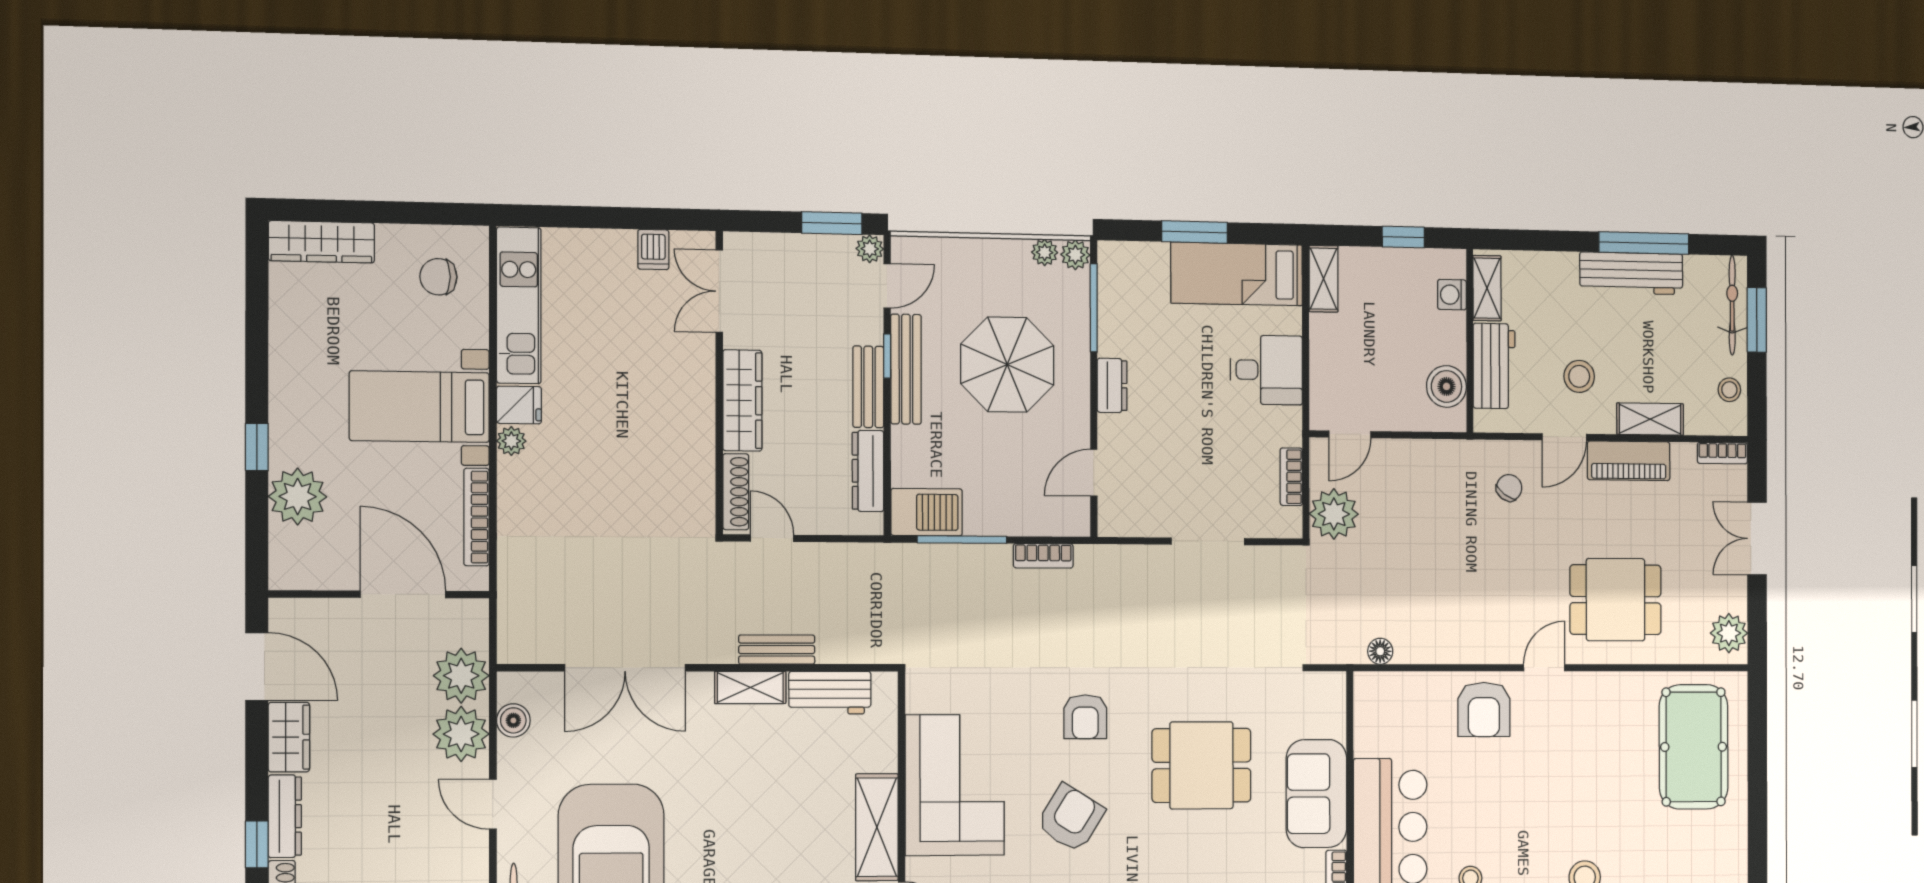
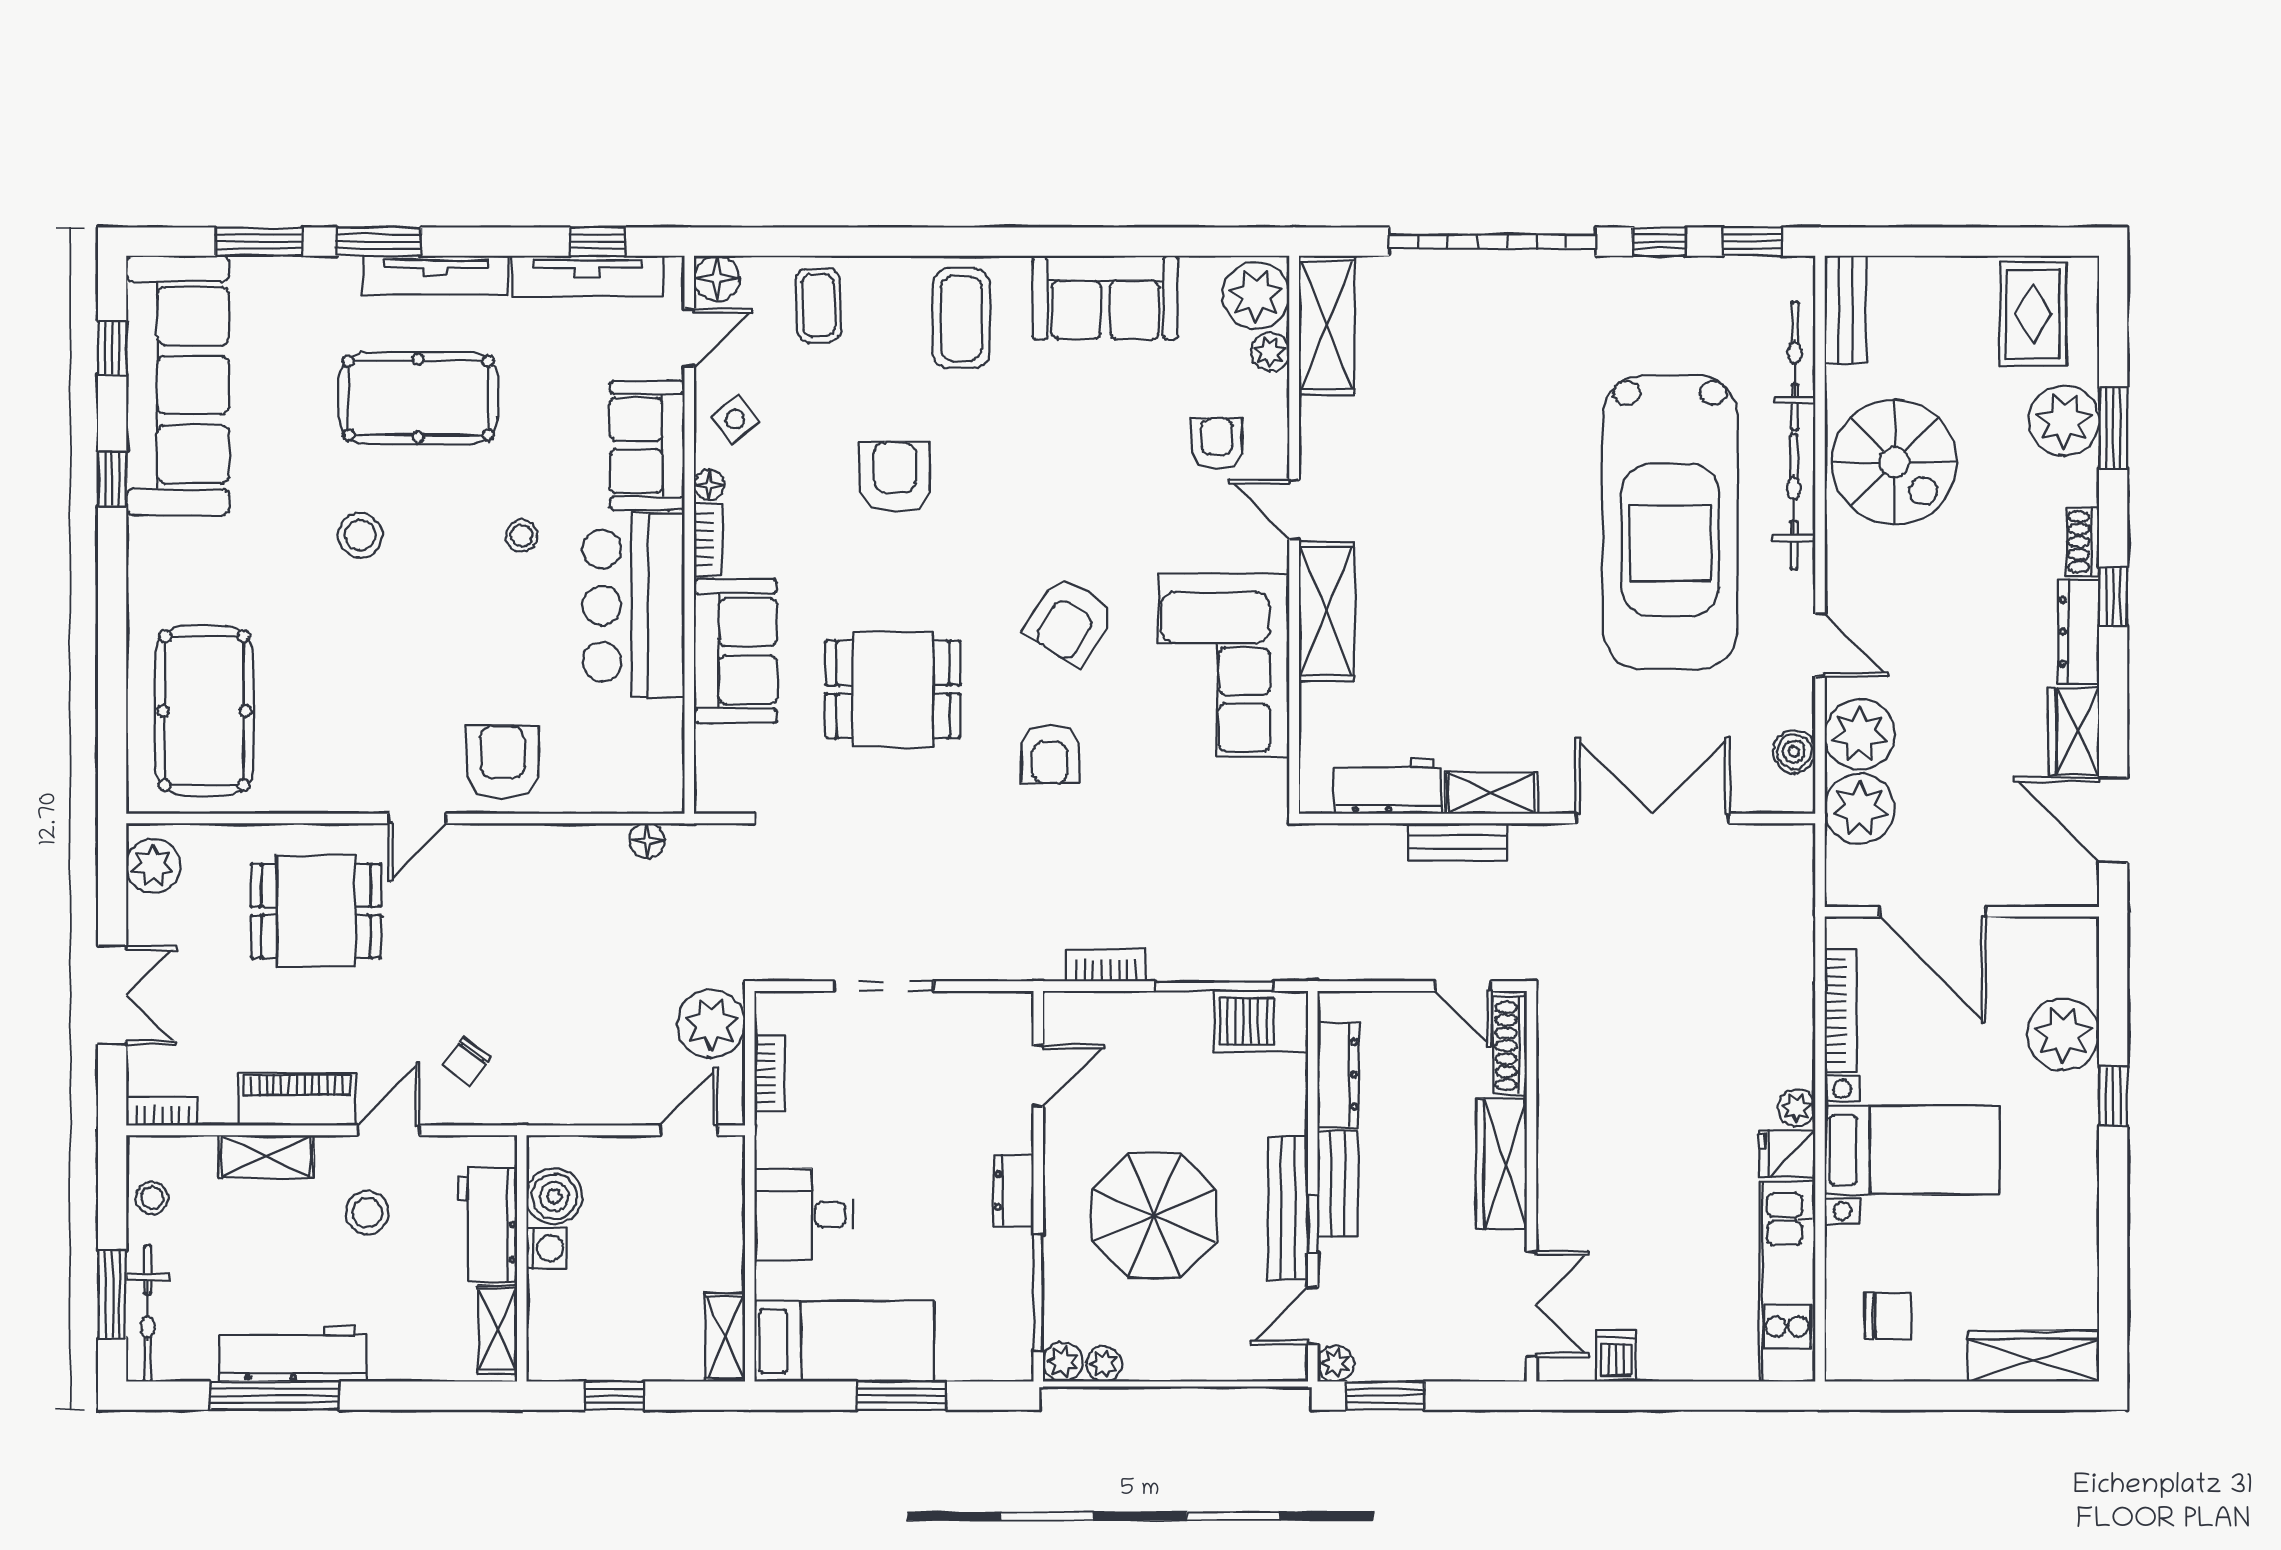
washing machine: (1452, 295) -> (546, 1248), moved
armchair: (1085, 717) -> (1050, 754), turned 180

